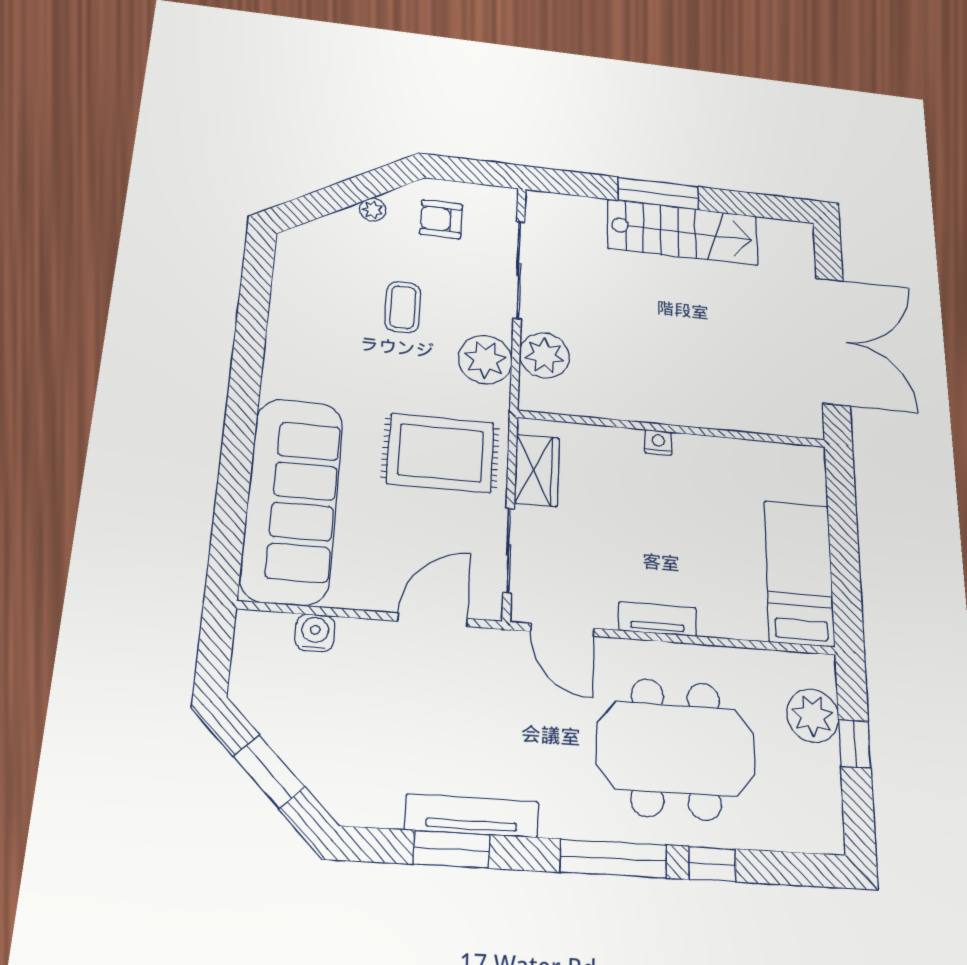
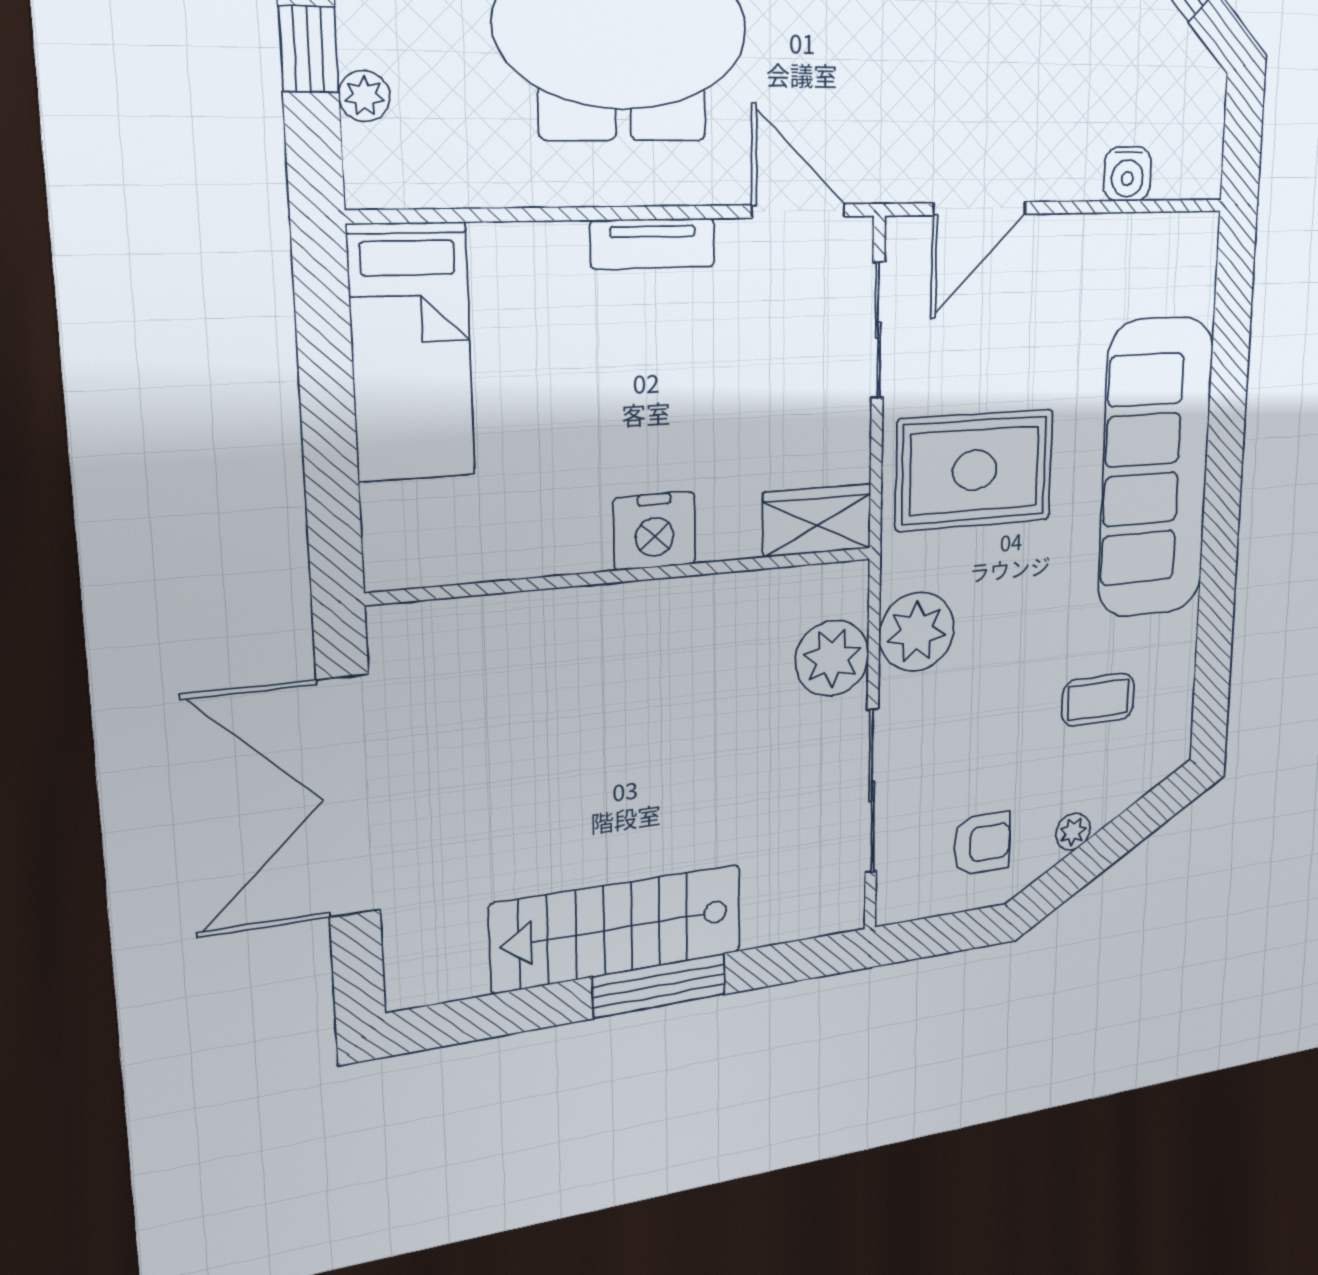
coffee table: (403, 307) -> (1098, 700), moved, turned 90
nightstand: (658, 442) -> (655, 531), width x1.89, depth x1.79
wardrobe: (537, 470) -> (817, 520), moved, turned 90
sofa: (292, 500) -> (1155, 469), moved
plant: (813, 716) -> (364, 96), width x0.53, depth x0.53

